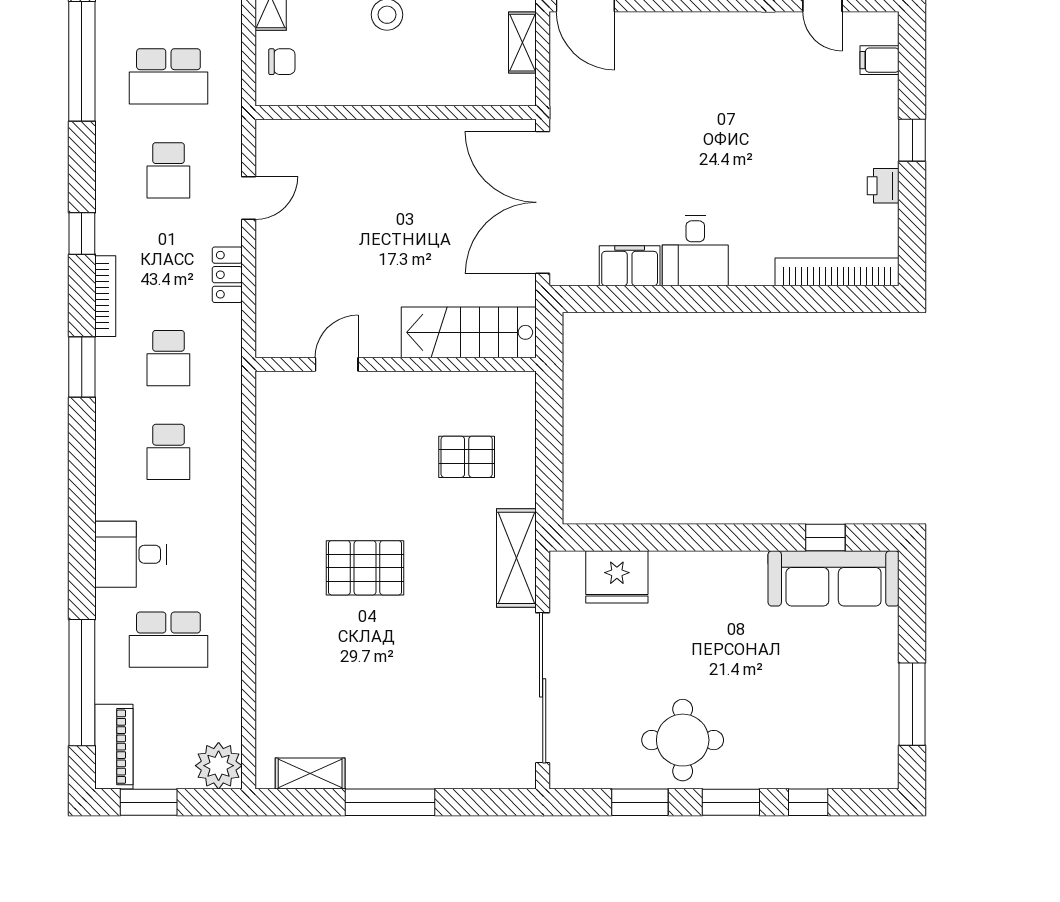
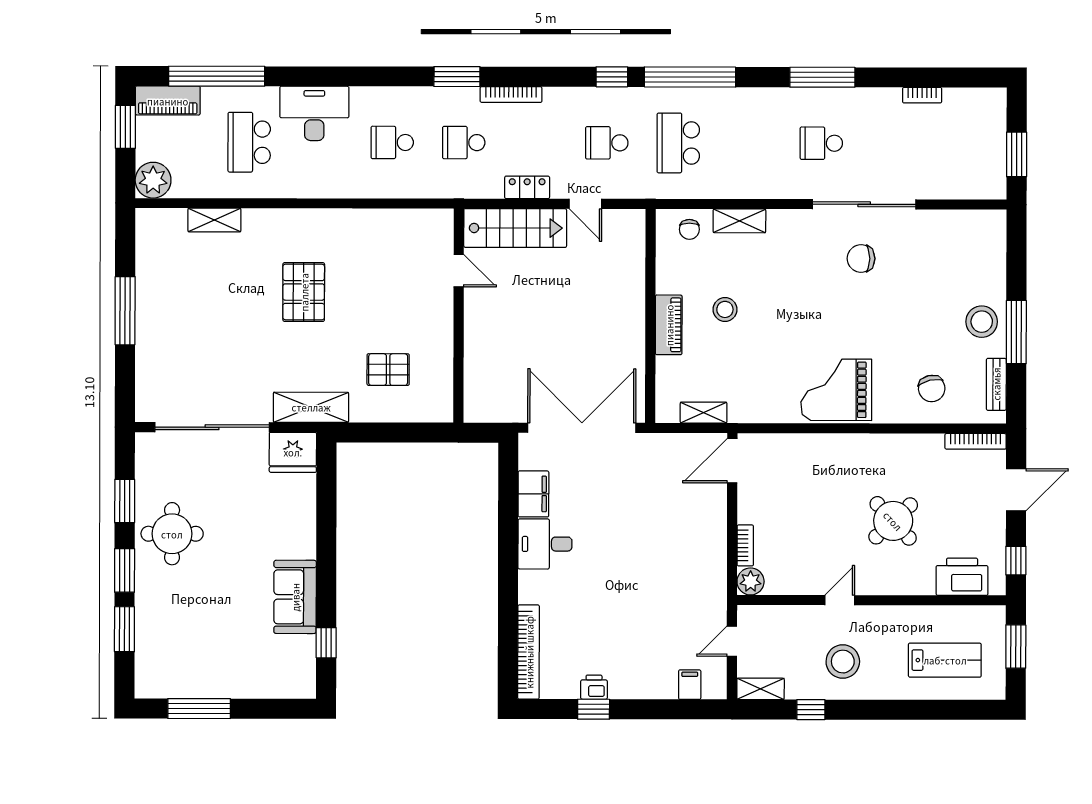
piano: (407, 89) -> (669, 325), added
window: (912, 140) -> (594, 709), moved
window: (82, 234) -> (612, 77), moved
stairs: (469, 332) -> (515, 228), moved, turned 90
pallet: (467, 457) -> (388, 370), turned 90
desk: (131, 554) -> (314, 113), width x1.37
fridge: (617, 577) -> (293, 452), moved, turned -90
sofa: (834, 578) -> (295, 597), moved, width x0.73
shelving: (310, 774) -> (214, 220), moved, turned 90
window: (808, 802) -> (124, 629), width x1.50

